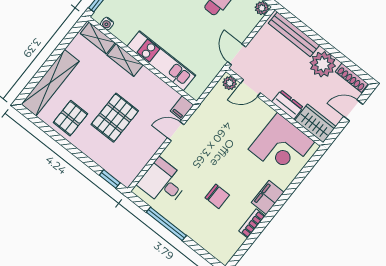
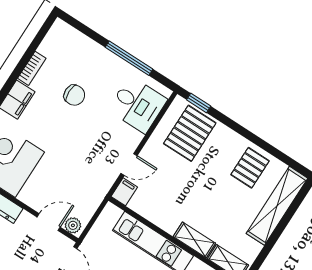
pallet: (115, 118) -> (190, 133), moved
chair: (217, 196) -> (74, 95), turned 180

